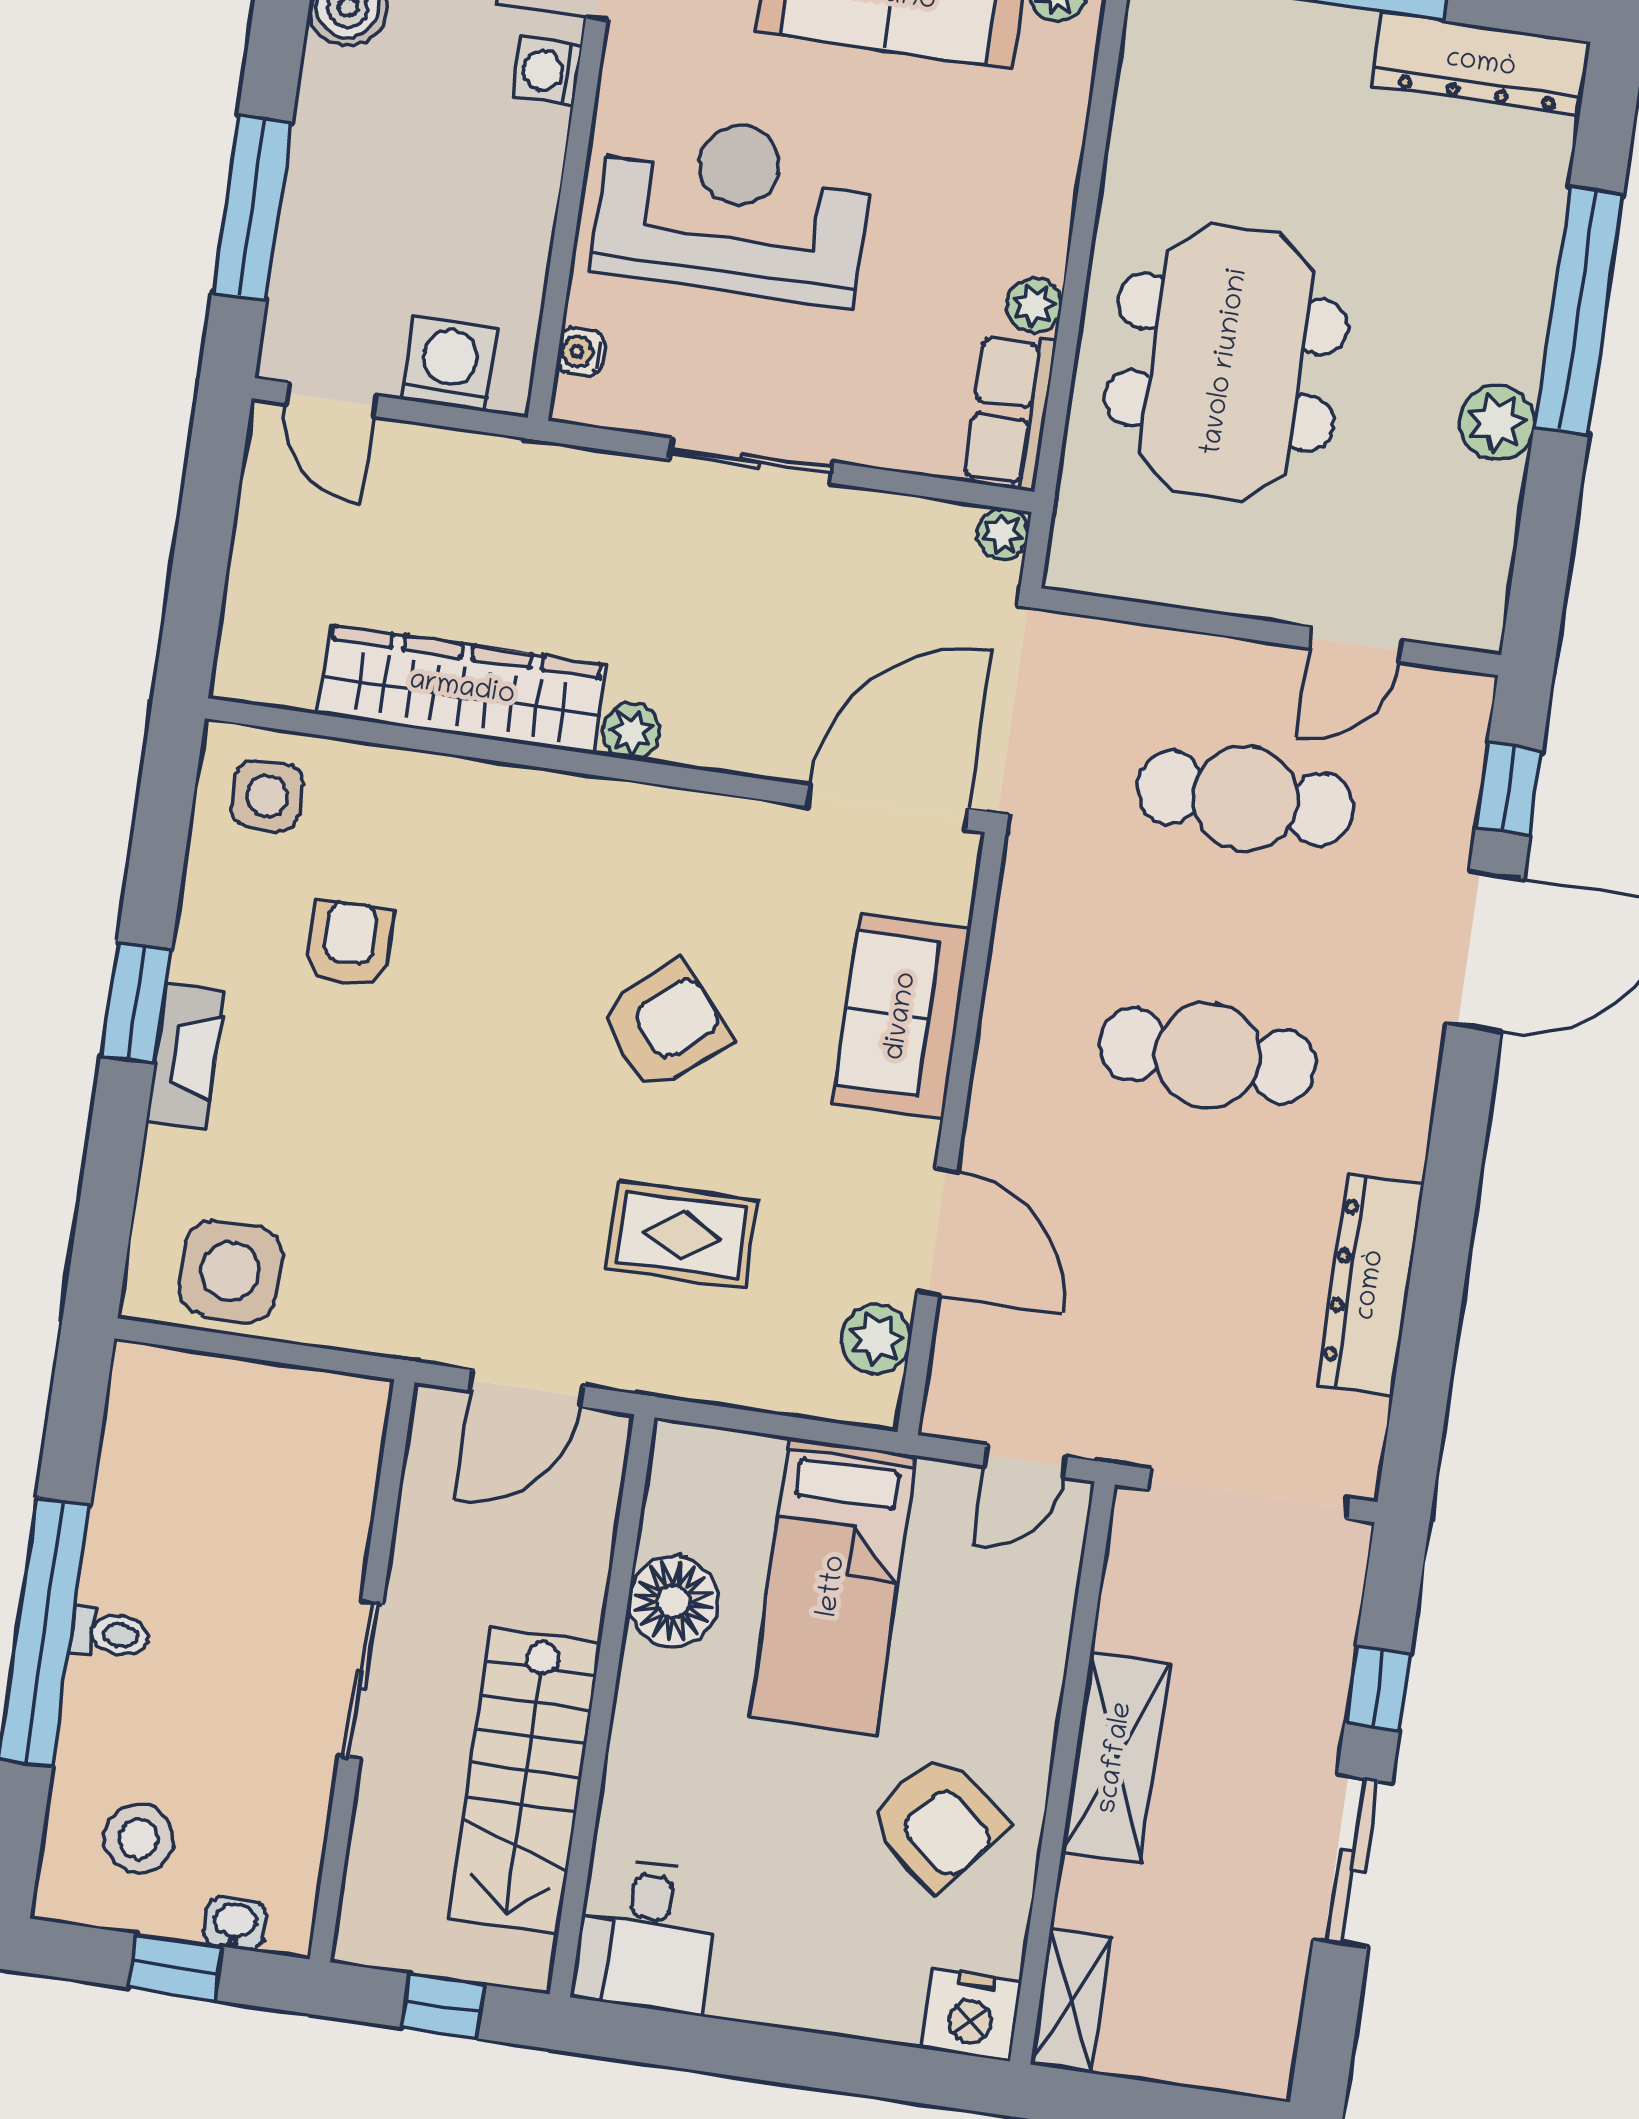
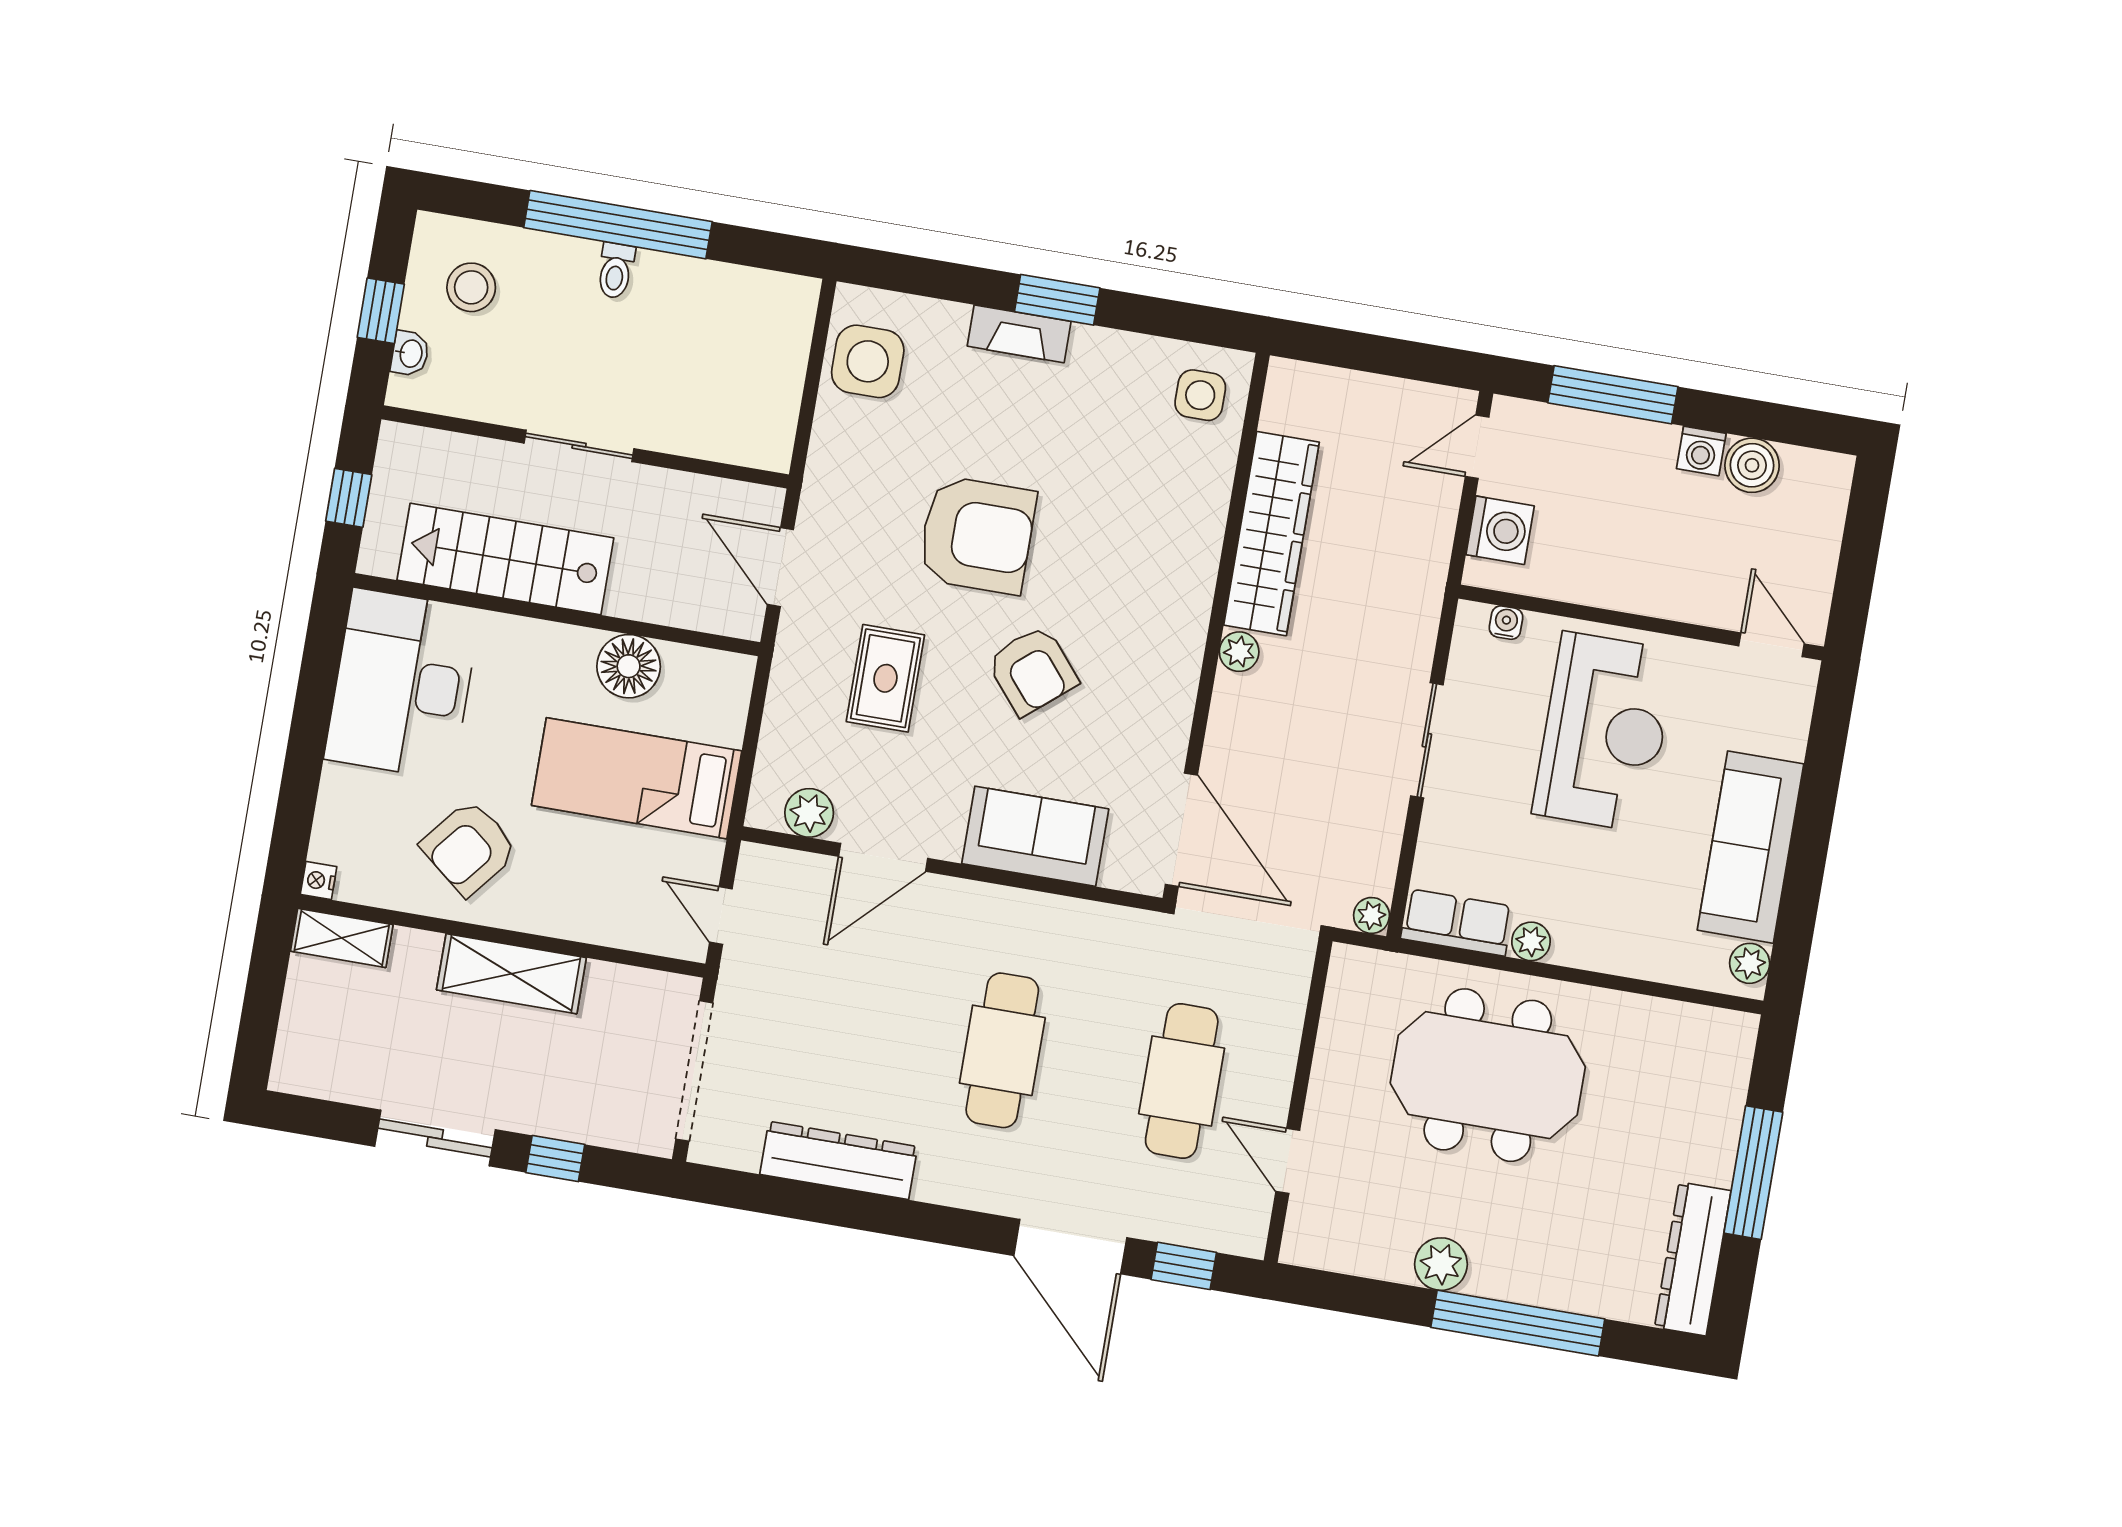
washing machine: (547, 71) -> (1701, 451), moved, turned 180
armchair: (349, 944) -> (977, 535), moved, width x1.88, depth x1.88
desk: (646, 1936) -> (402, 684), width x1.87, depth x1.30
nightstand: (971, 2015) -> (319, 881), width x0.53, depth x0.56

